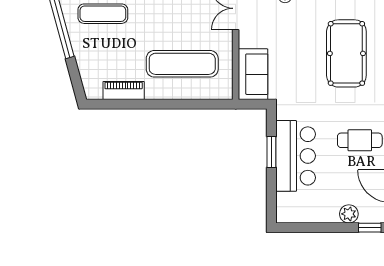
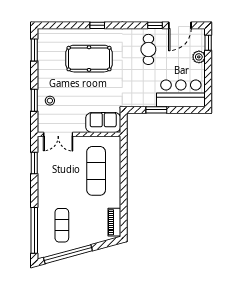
piano: (124, 90) -> (114, 222), moved
bar counter: (296, 156) -> (181, 93), moved

